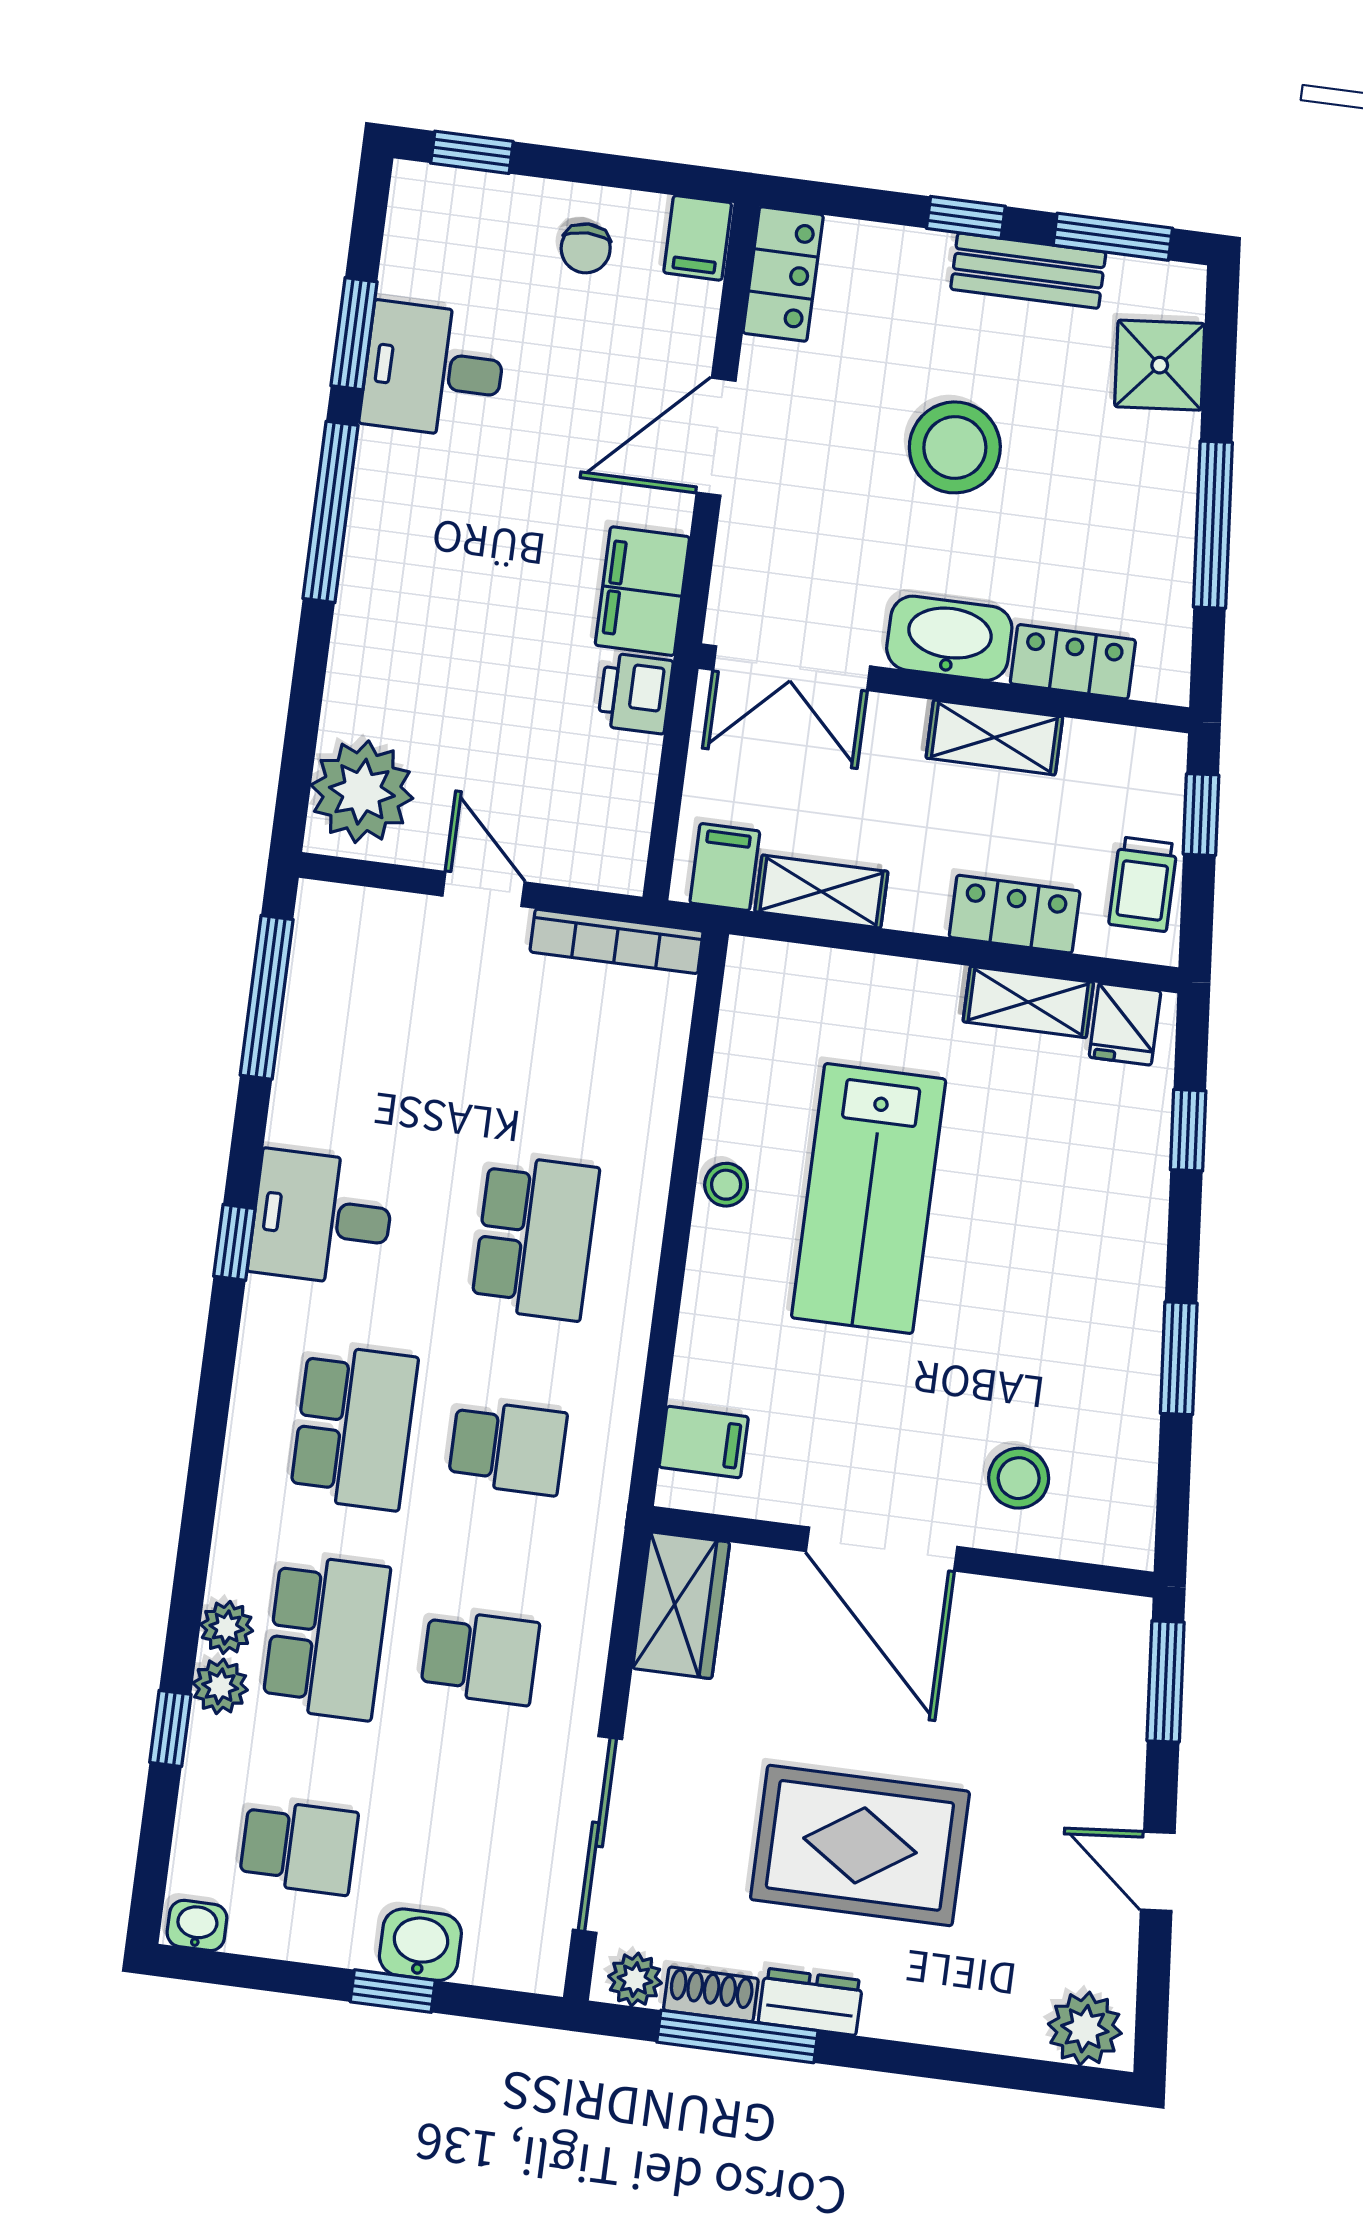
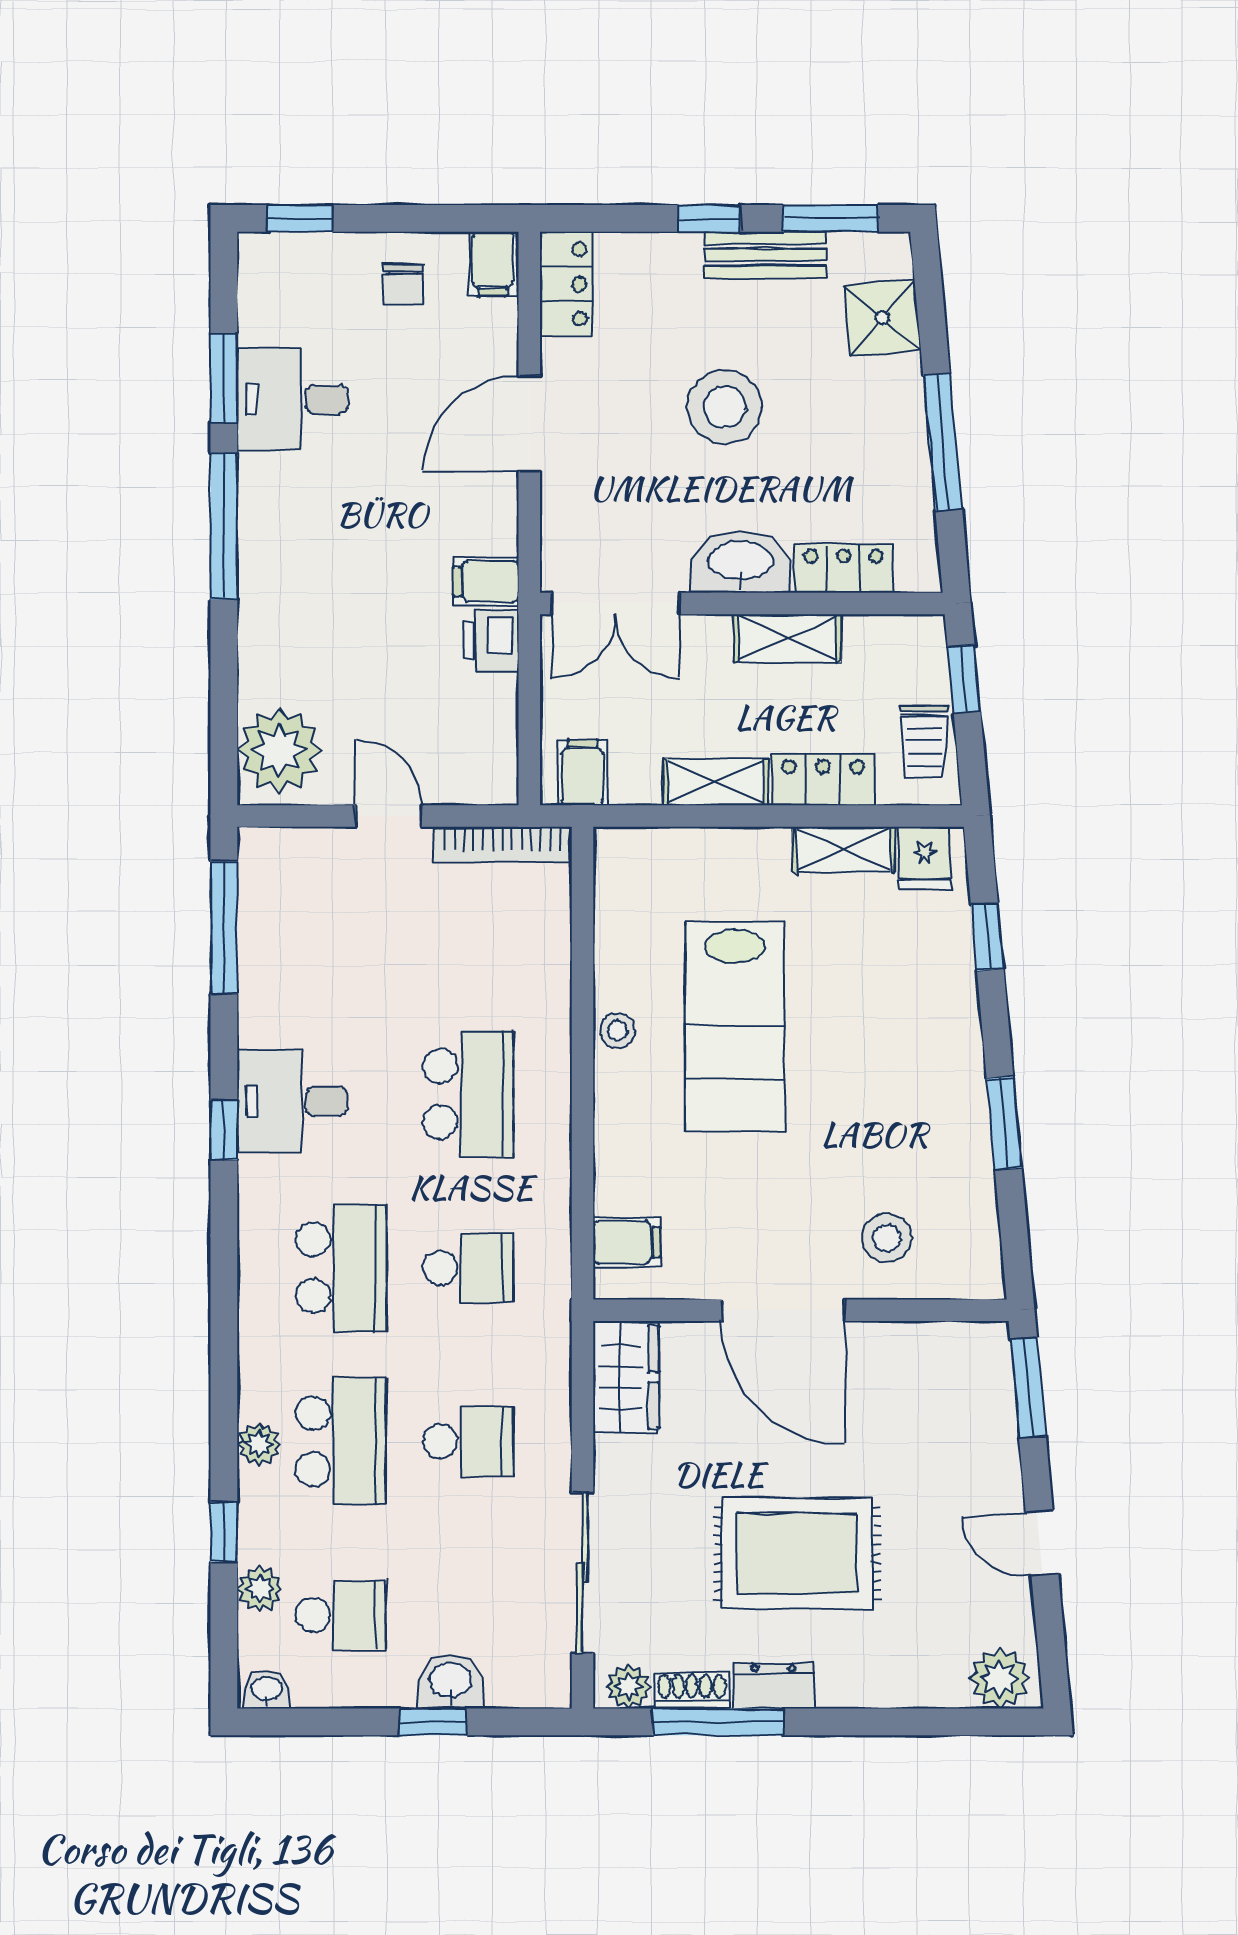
filing cabinet: (642, 591) -> (486, 581), width x0.50
shelving: (821, 891) -> (716, 782), moved
plant: (220, 1686) -> (260, 1589), moved

